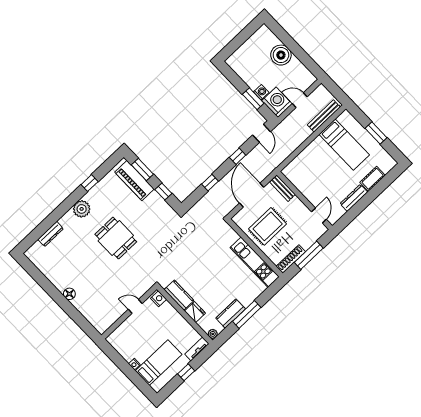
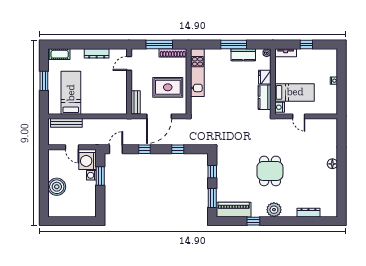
cot: (373, 179) -> (60, 54), moved
piano: (134, 181) -> (234, 210), moved, turned -90
bed: (159, 363) -> (295, 92), moved, turned 180

